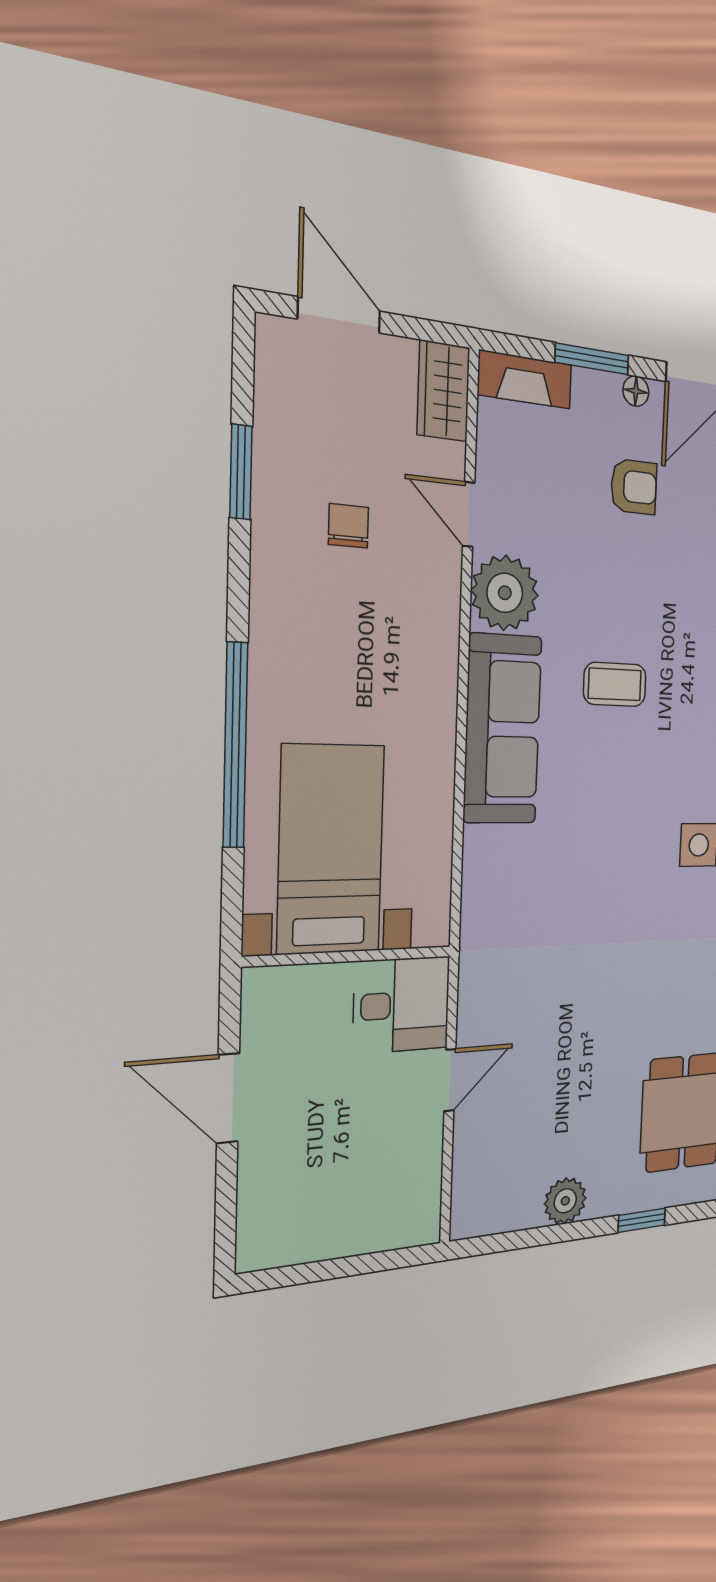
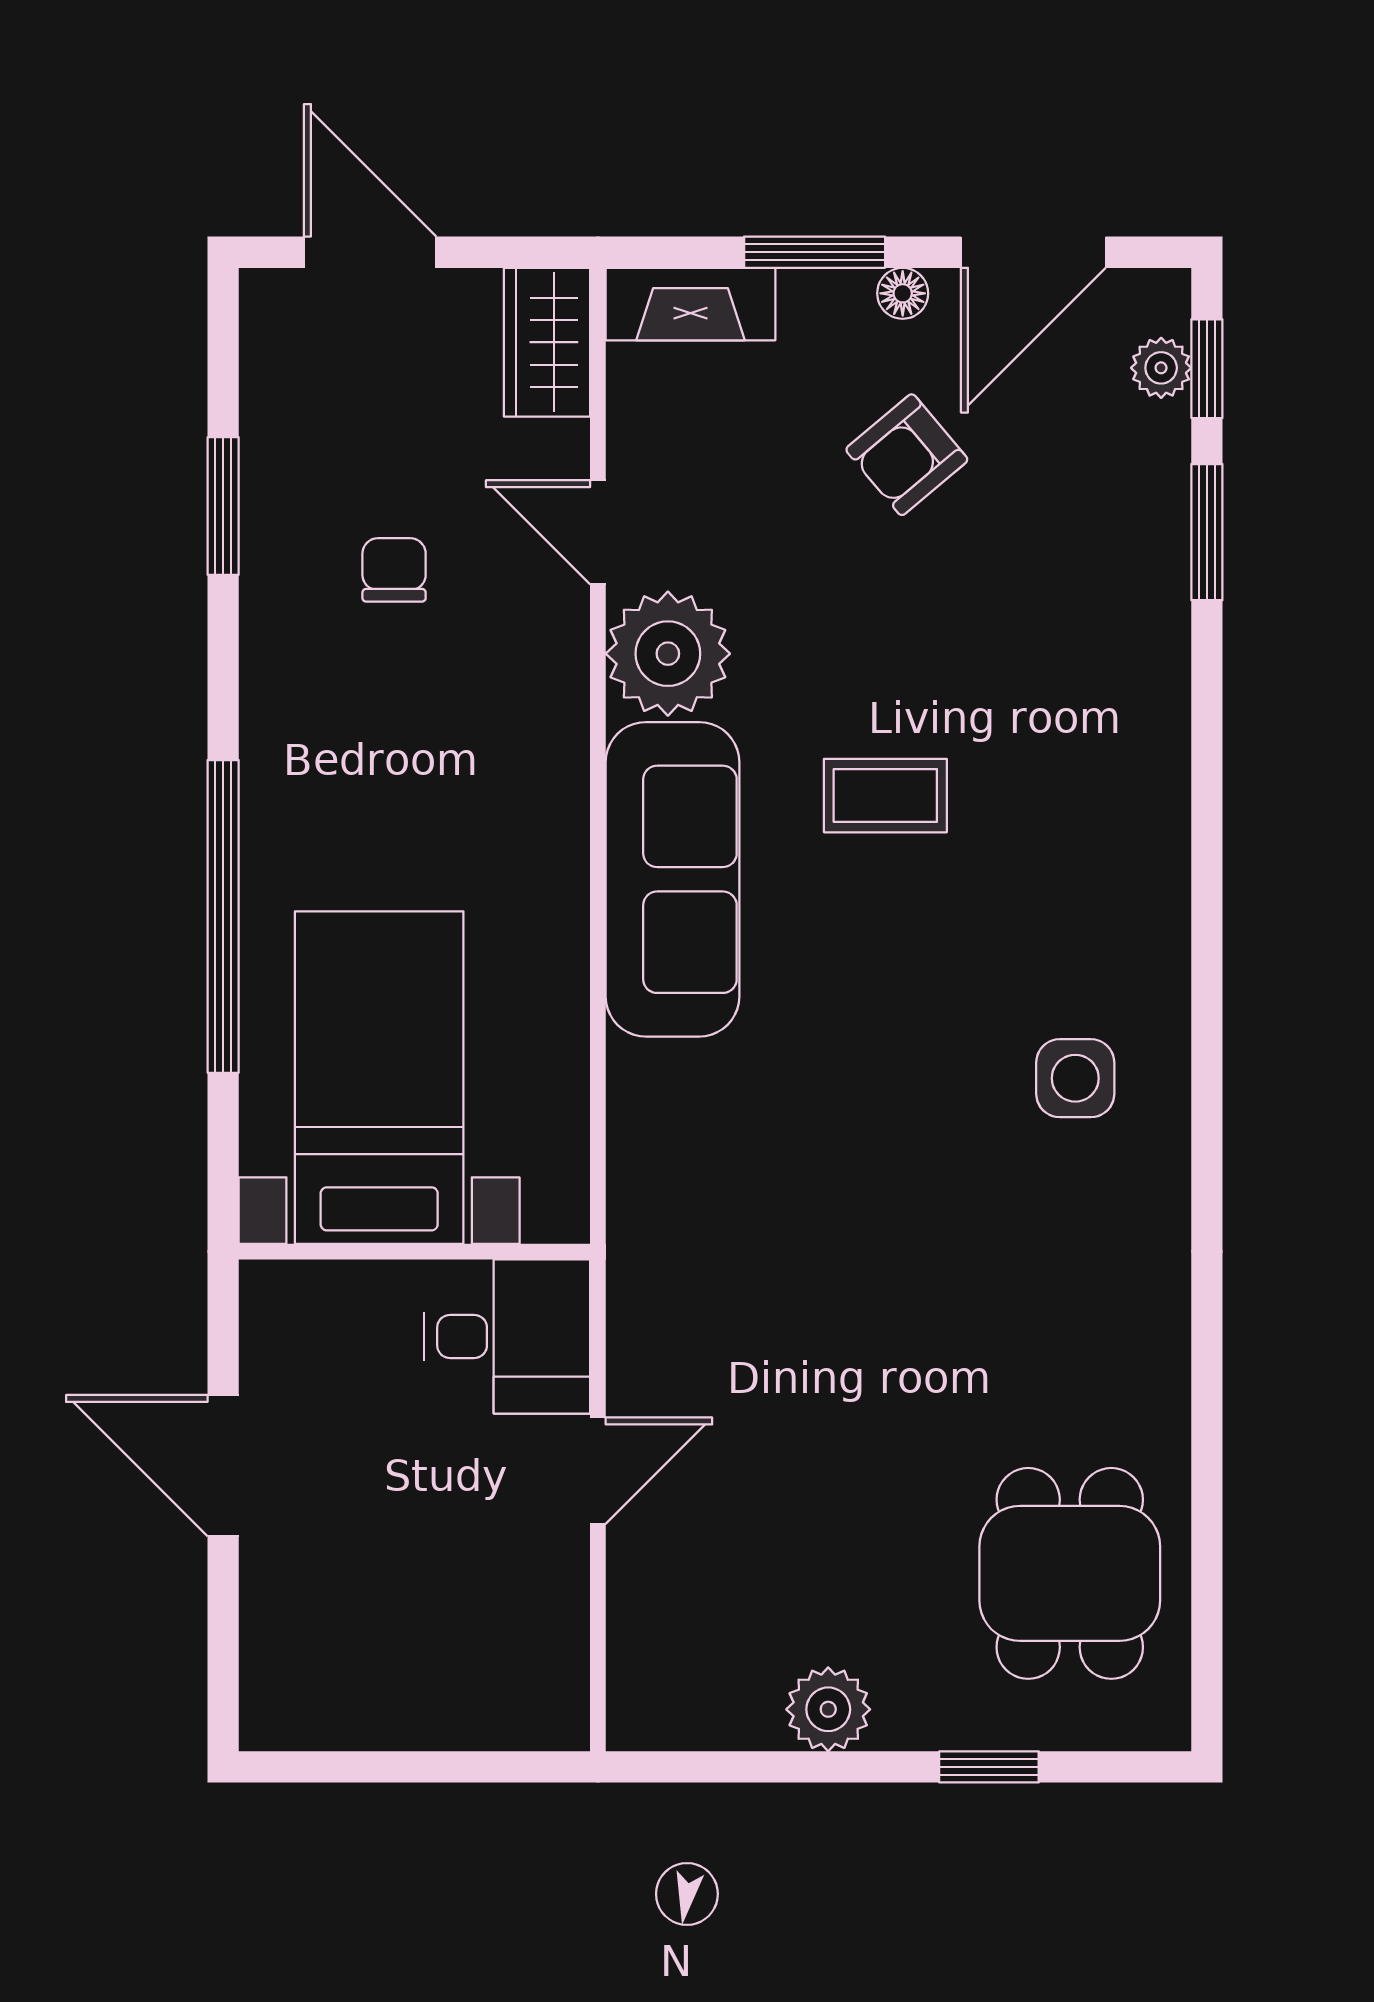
armchair: (634, 487) -> (907, 455), turned 140

